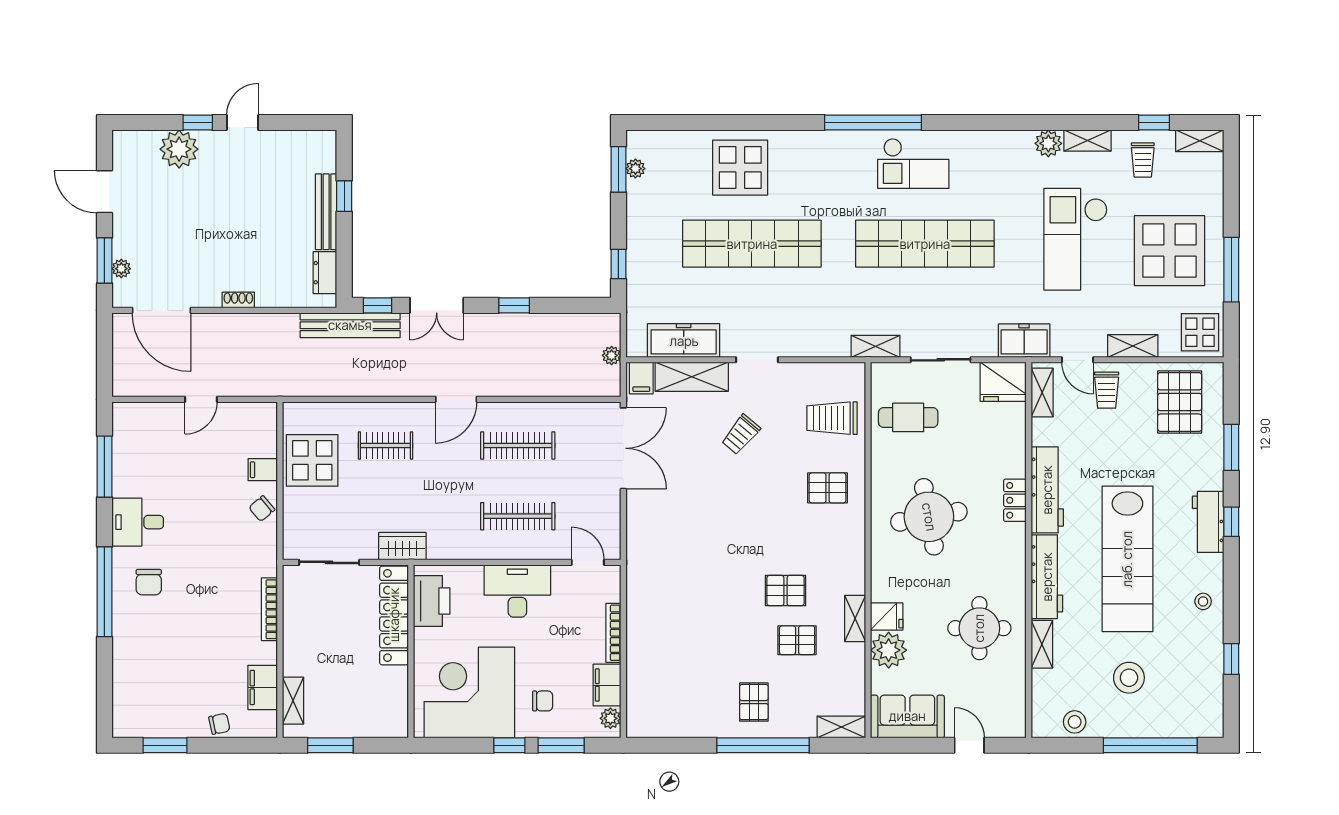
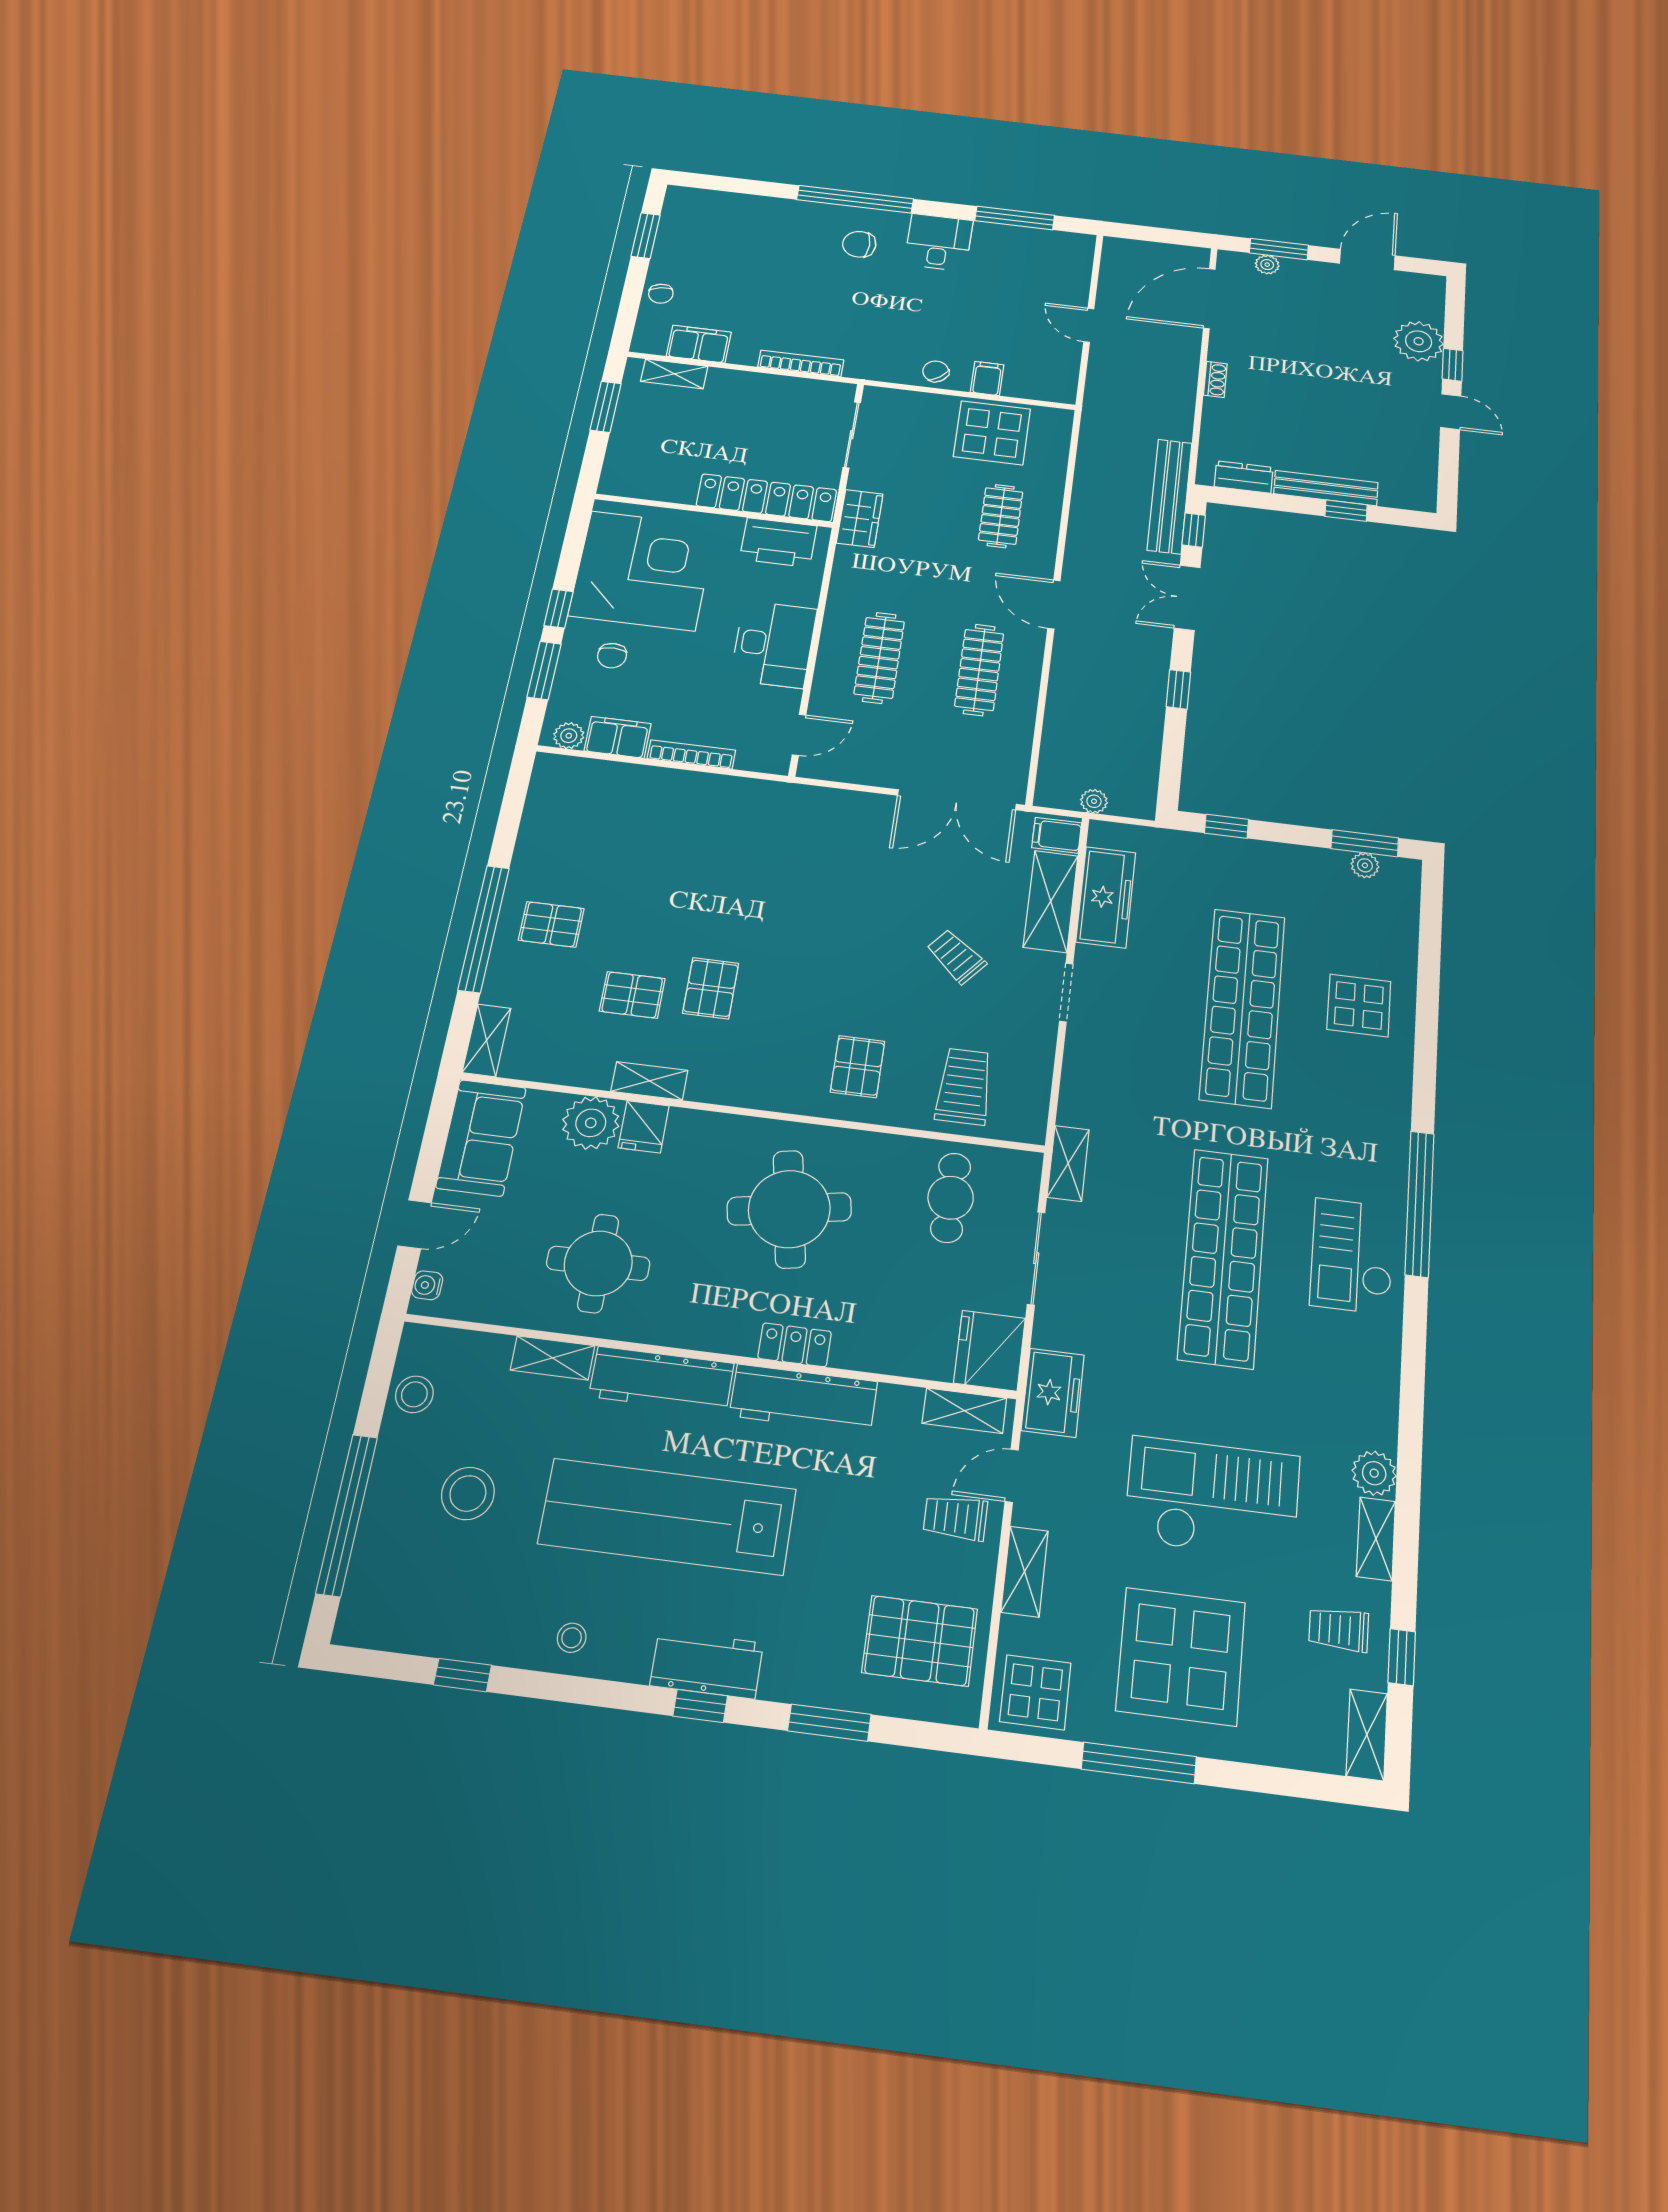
display table: (740, 168) -> (1359, 1005), width x0.73, depth x0.73
pallet: (797, 640) -> (632, 995), turned 90
water cooler: (1007, 729) -> (427, 1285), added

